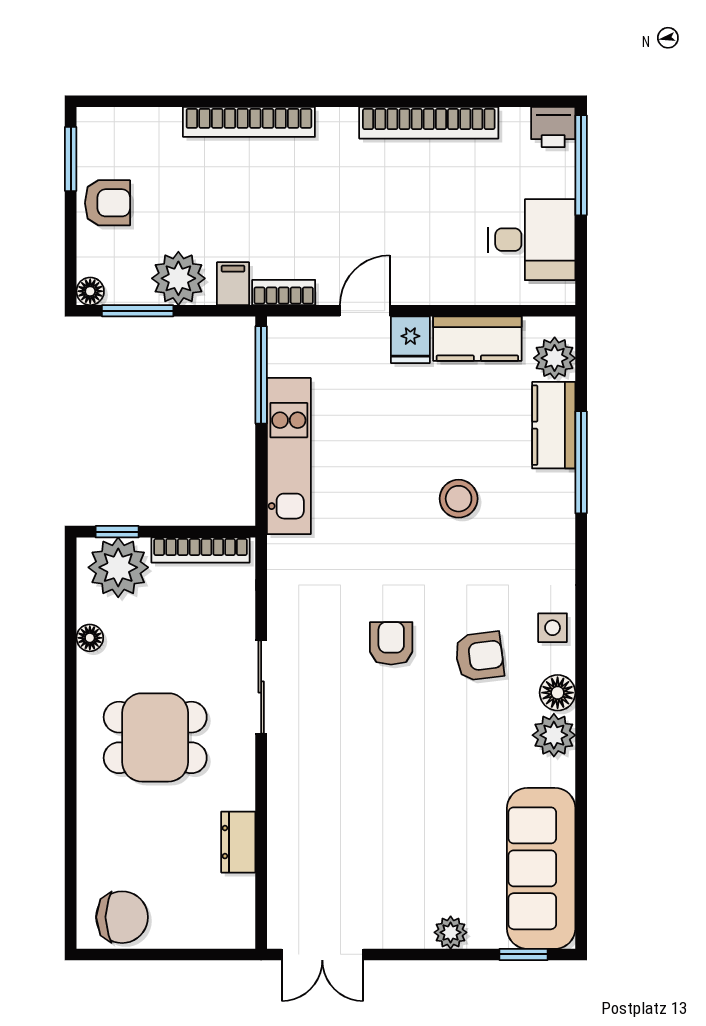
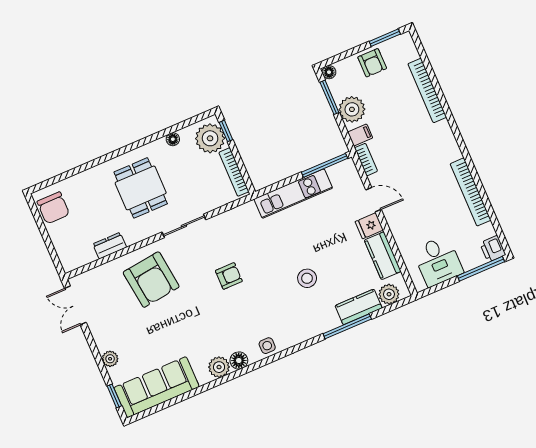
bookcase: (249, 122) -> (427, 90), moved
armchair: (479, 656) -> (151, 280), moved, width x1.88, depth x1.88

